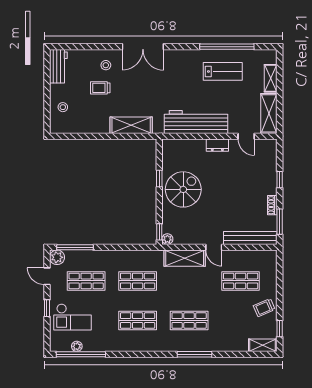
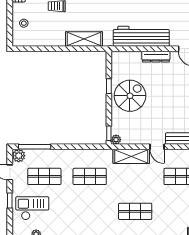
dresser: (217, 145) -> (156, 57), width x1.44
checkout: (72, 317) -> (32, 208), turned 180
shop shelf: (138, 320) -> (90, 211), removed

